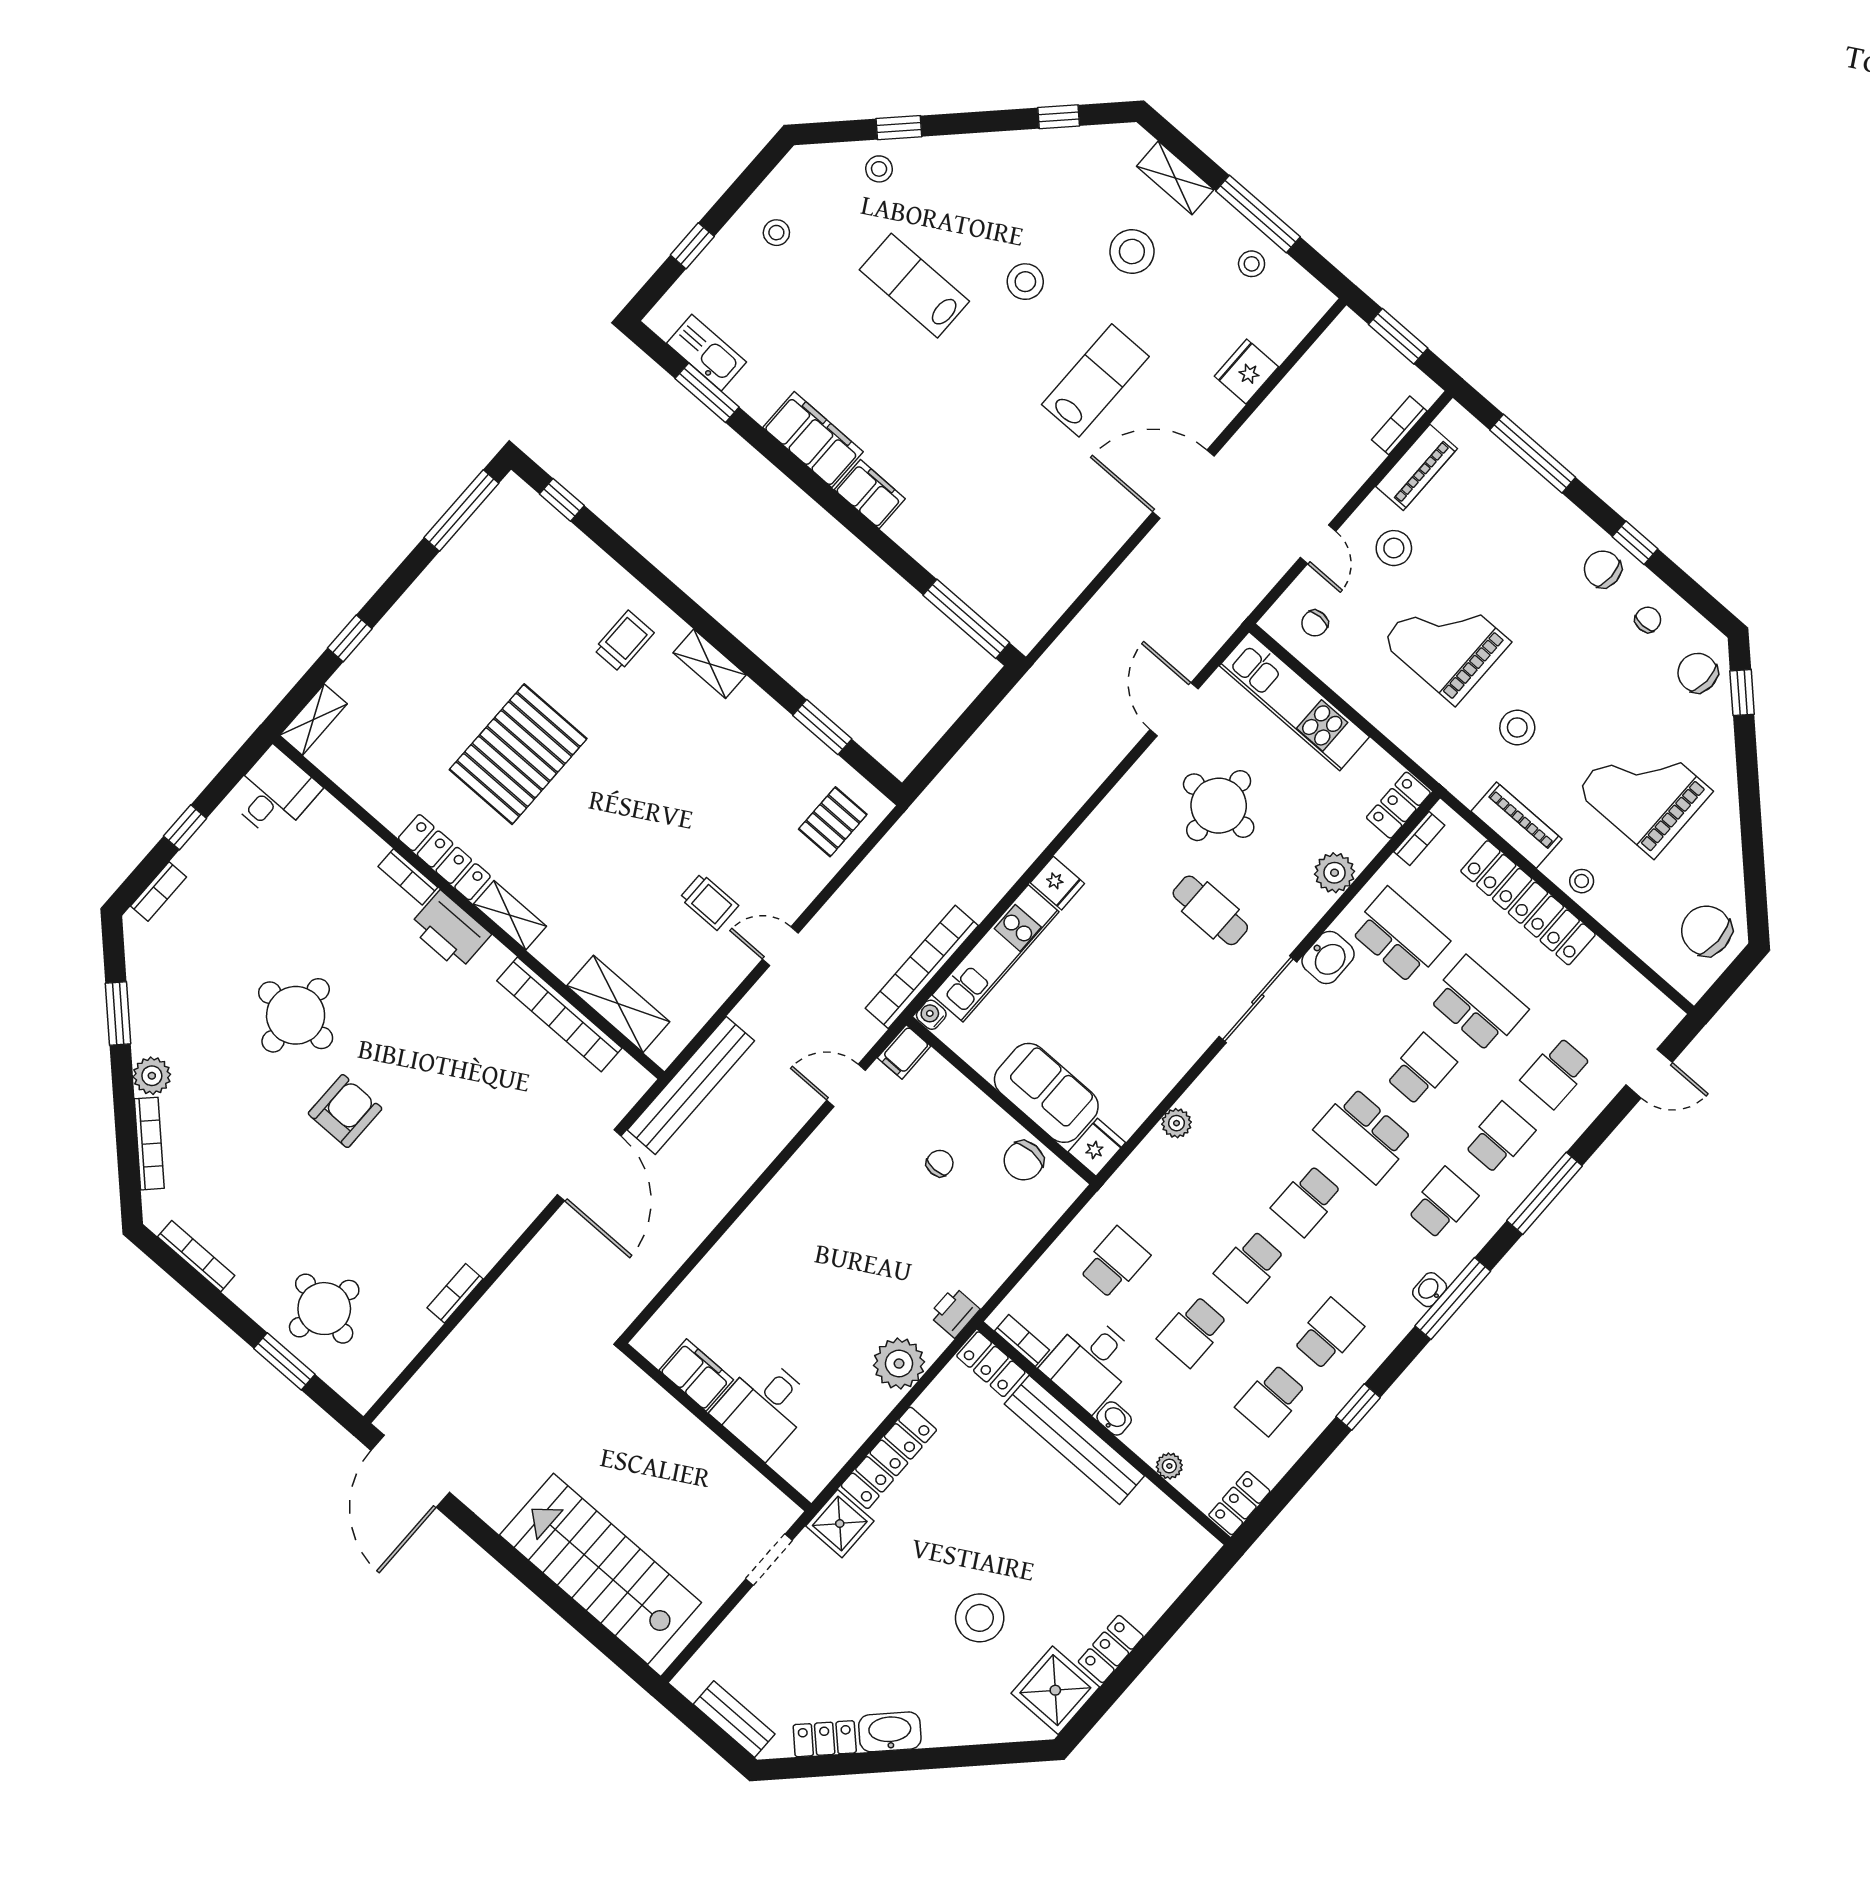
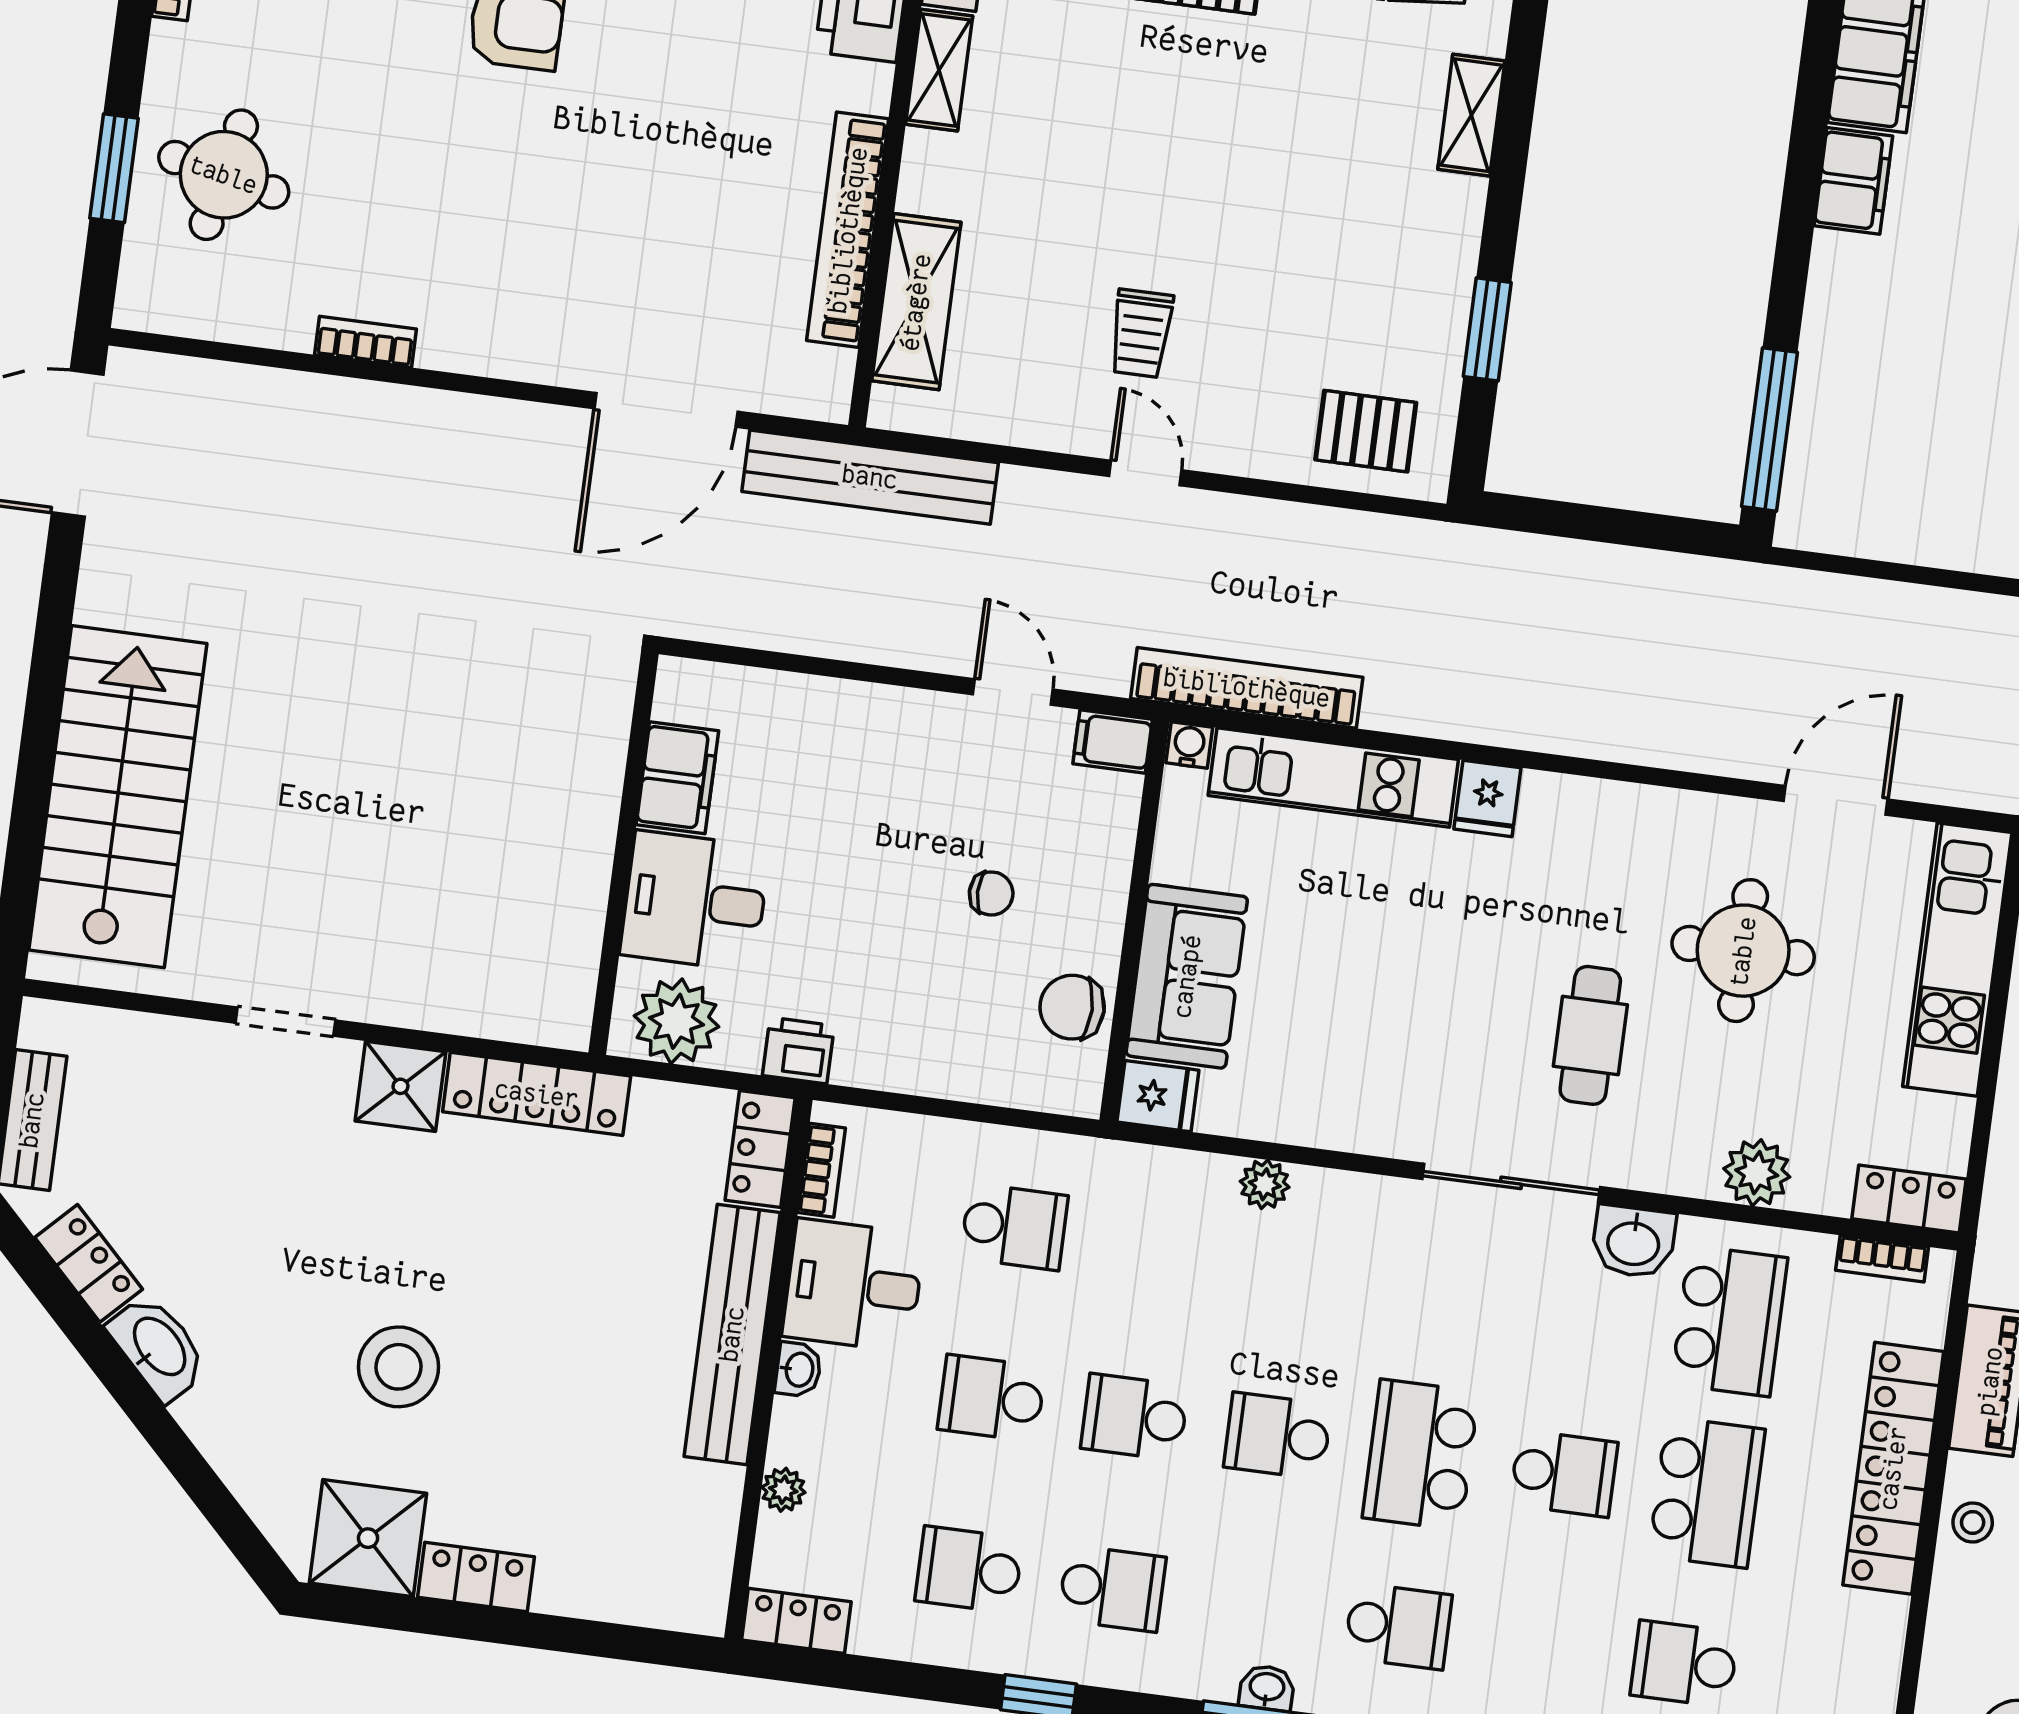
school desk: (1499, 1138) -> (1541, 1645), removed
filing cabinet: (696, 1375) -> (677, 778), moved
desk: (764, 1407) -> (695, 901), moved
wall: (716, 1427) -> (624, 853), moved

